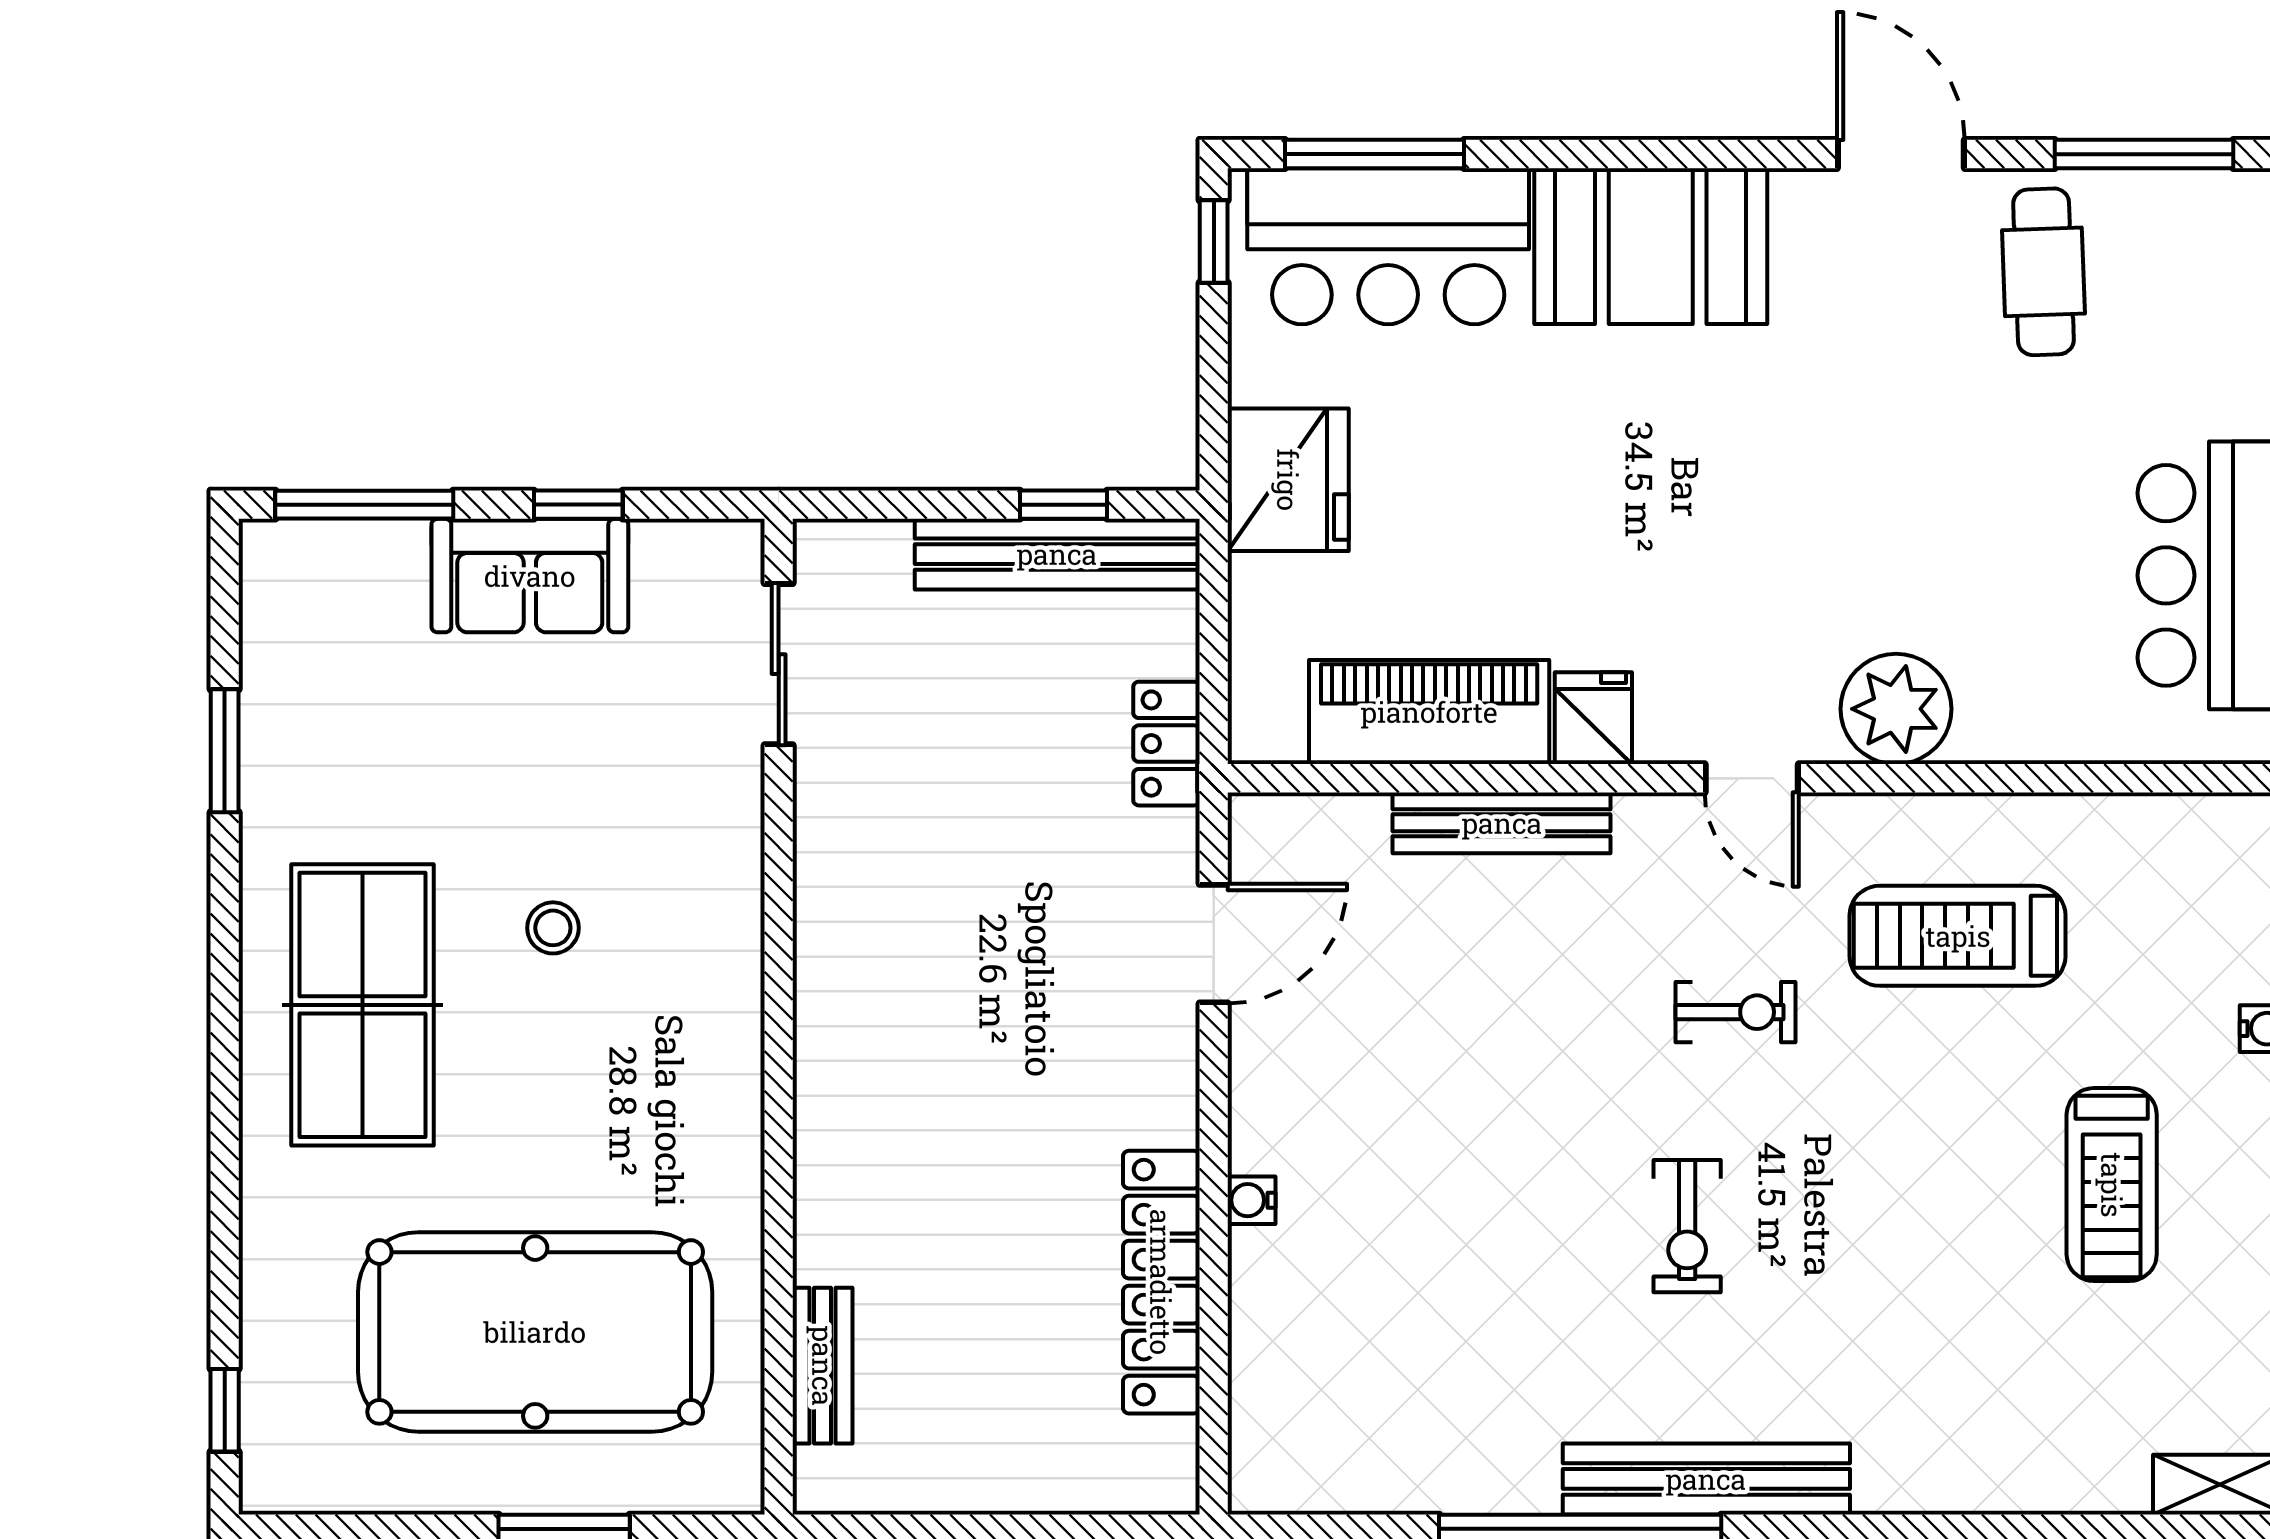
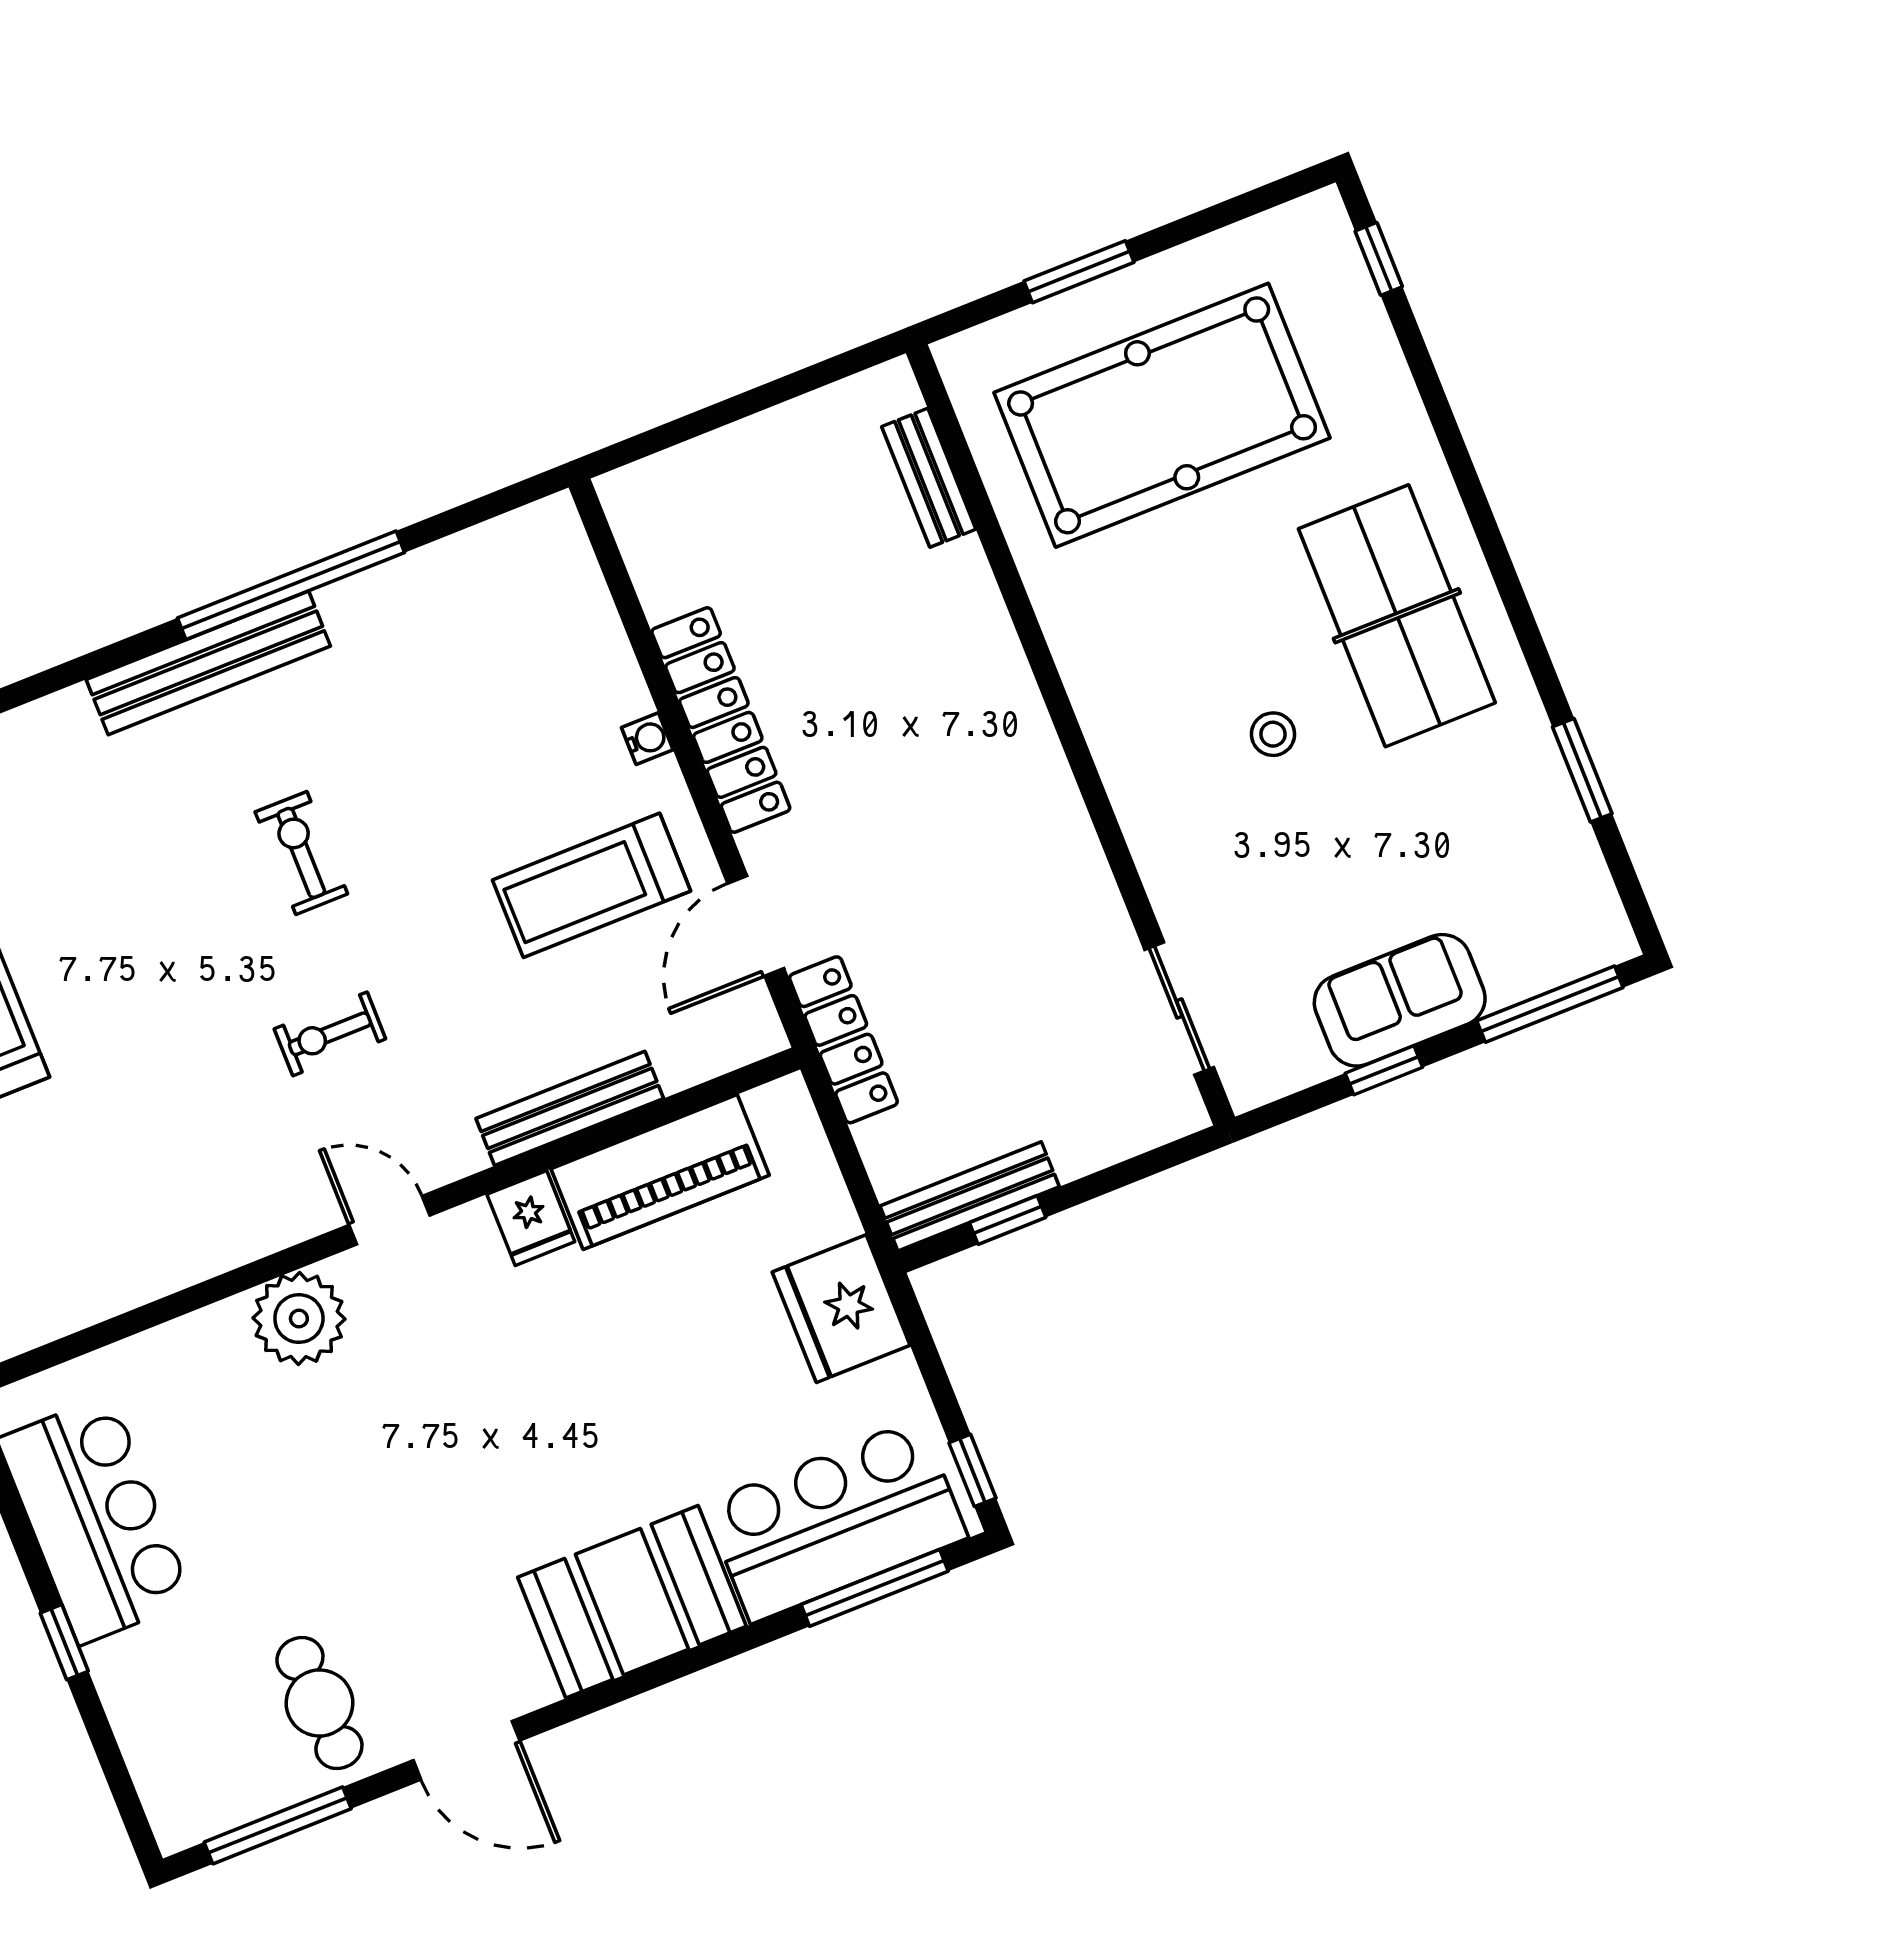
bench: (1057, 554) -> (970, 1196), width x0.73, depth x0.82
locker: (1166, 744) -> (843, 1040), width x1.53
treadmill: (1958, 936) -> (591, 885), moved, turned 180
locker: (1161, 1282) -> (721, 720), moved

